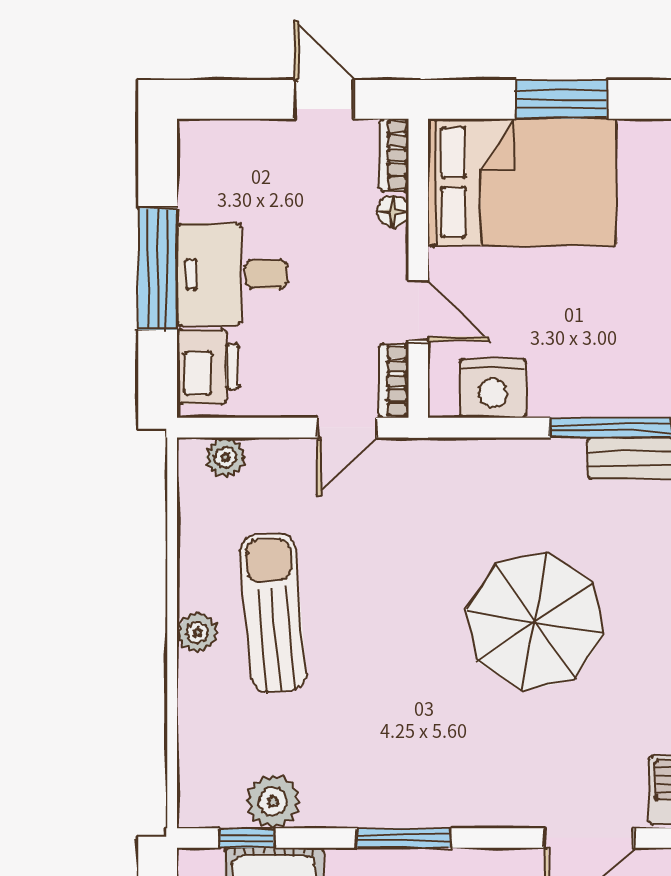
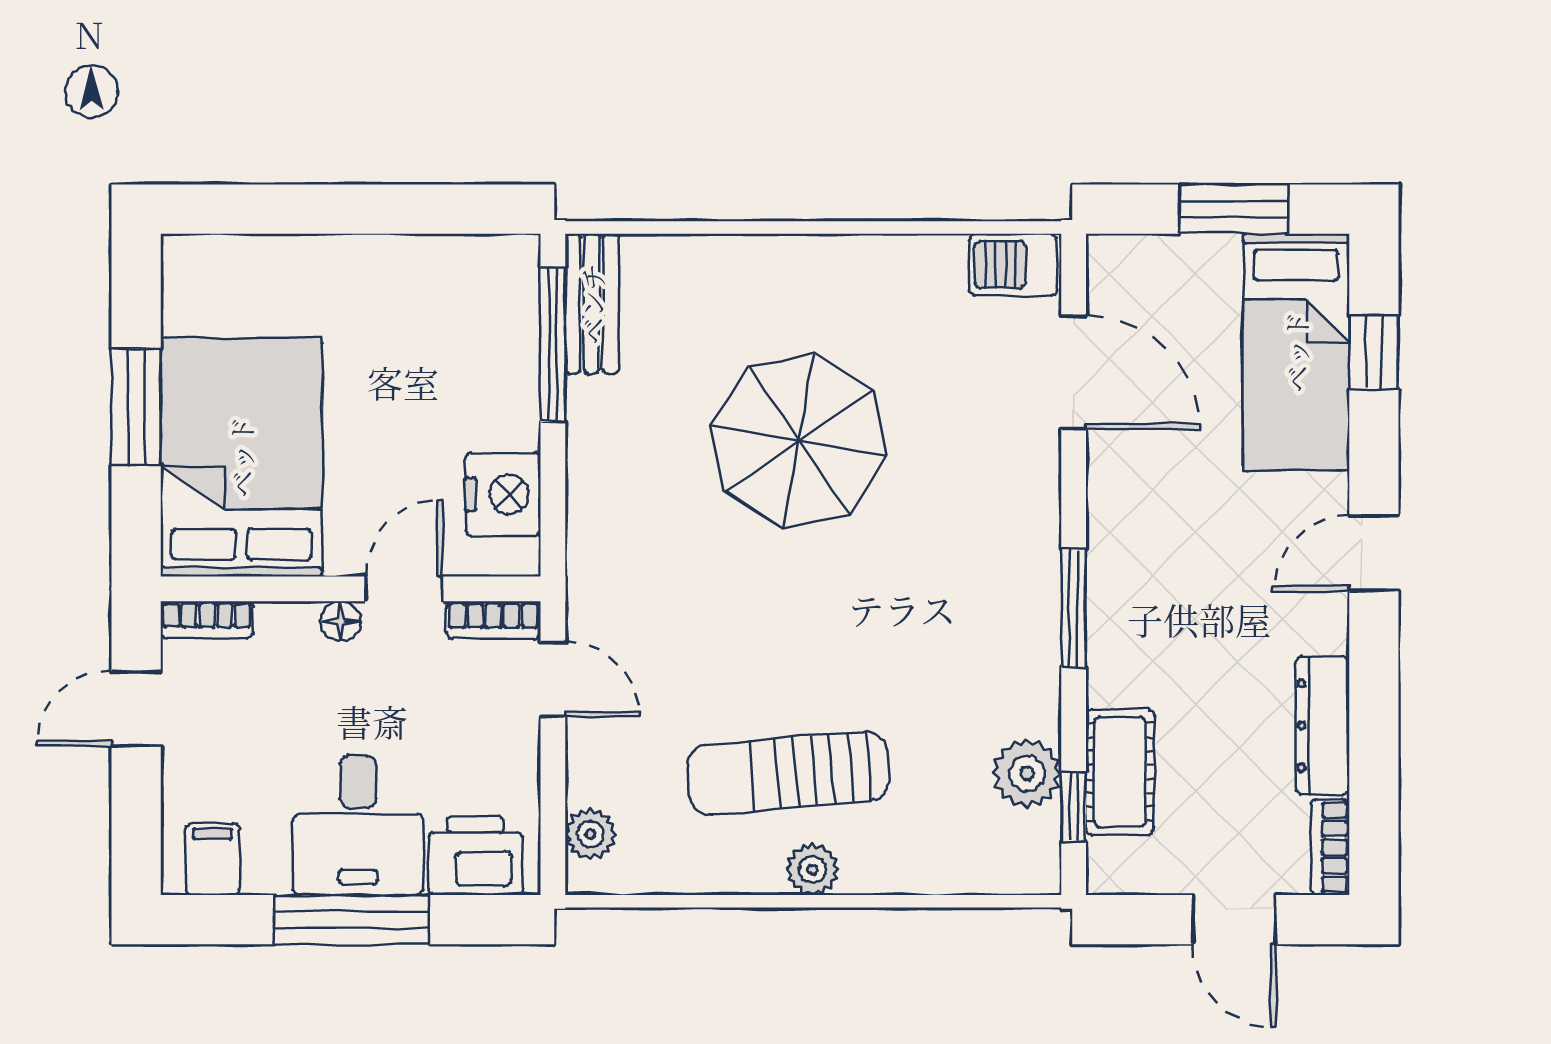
filing cabinet: (205, 160) -> (213, 859), added
floor lamp: (393, 211) -> (341, 621), moved

